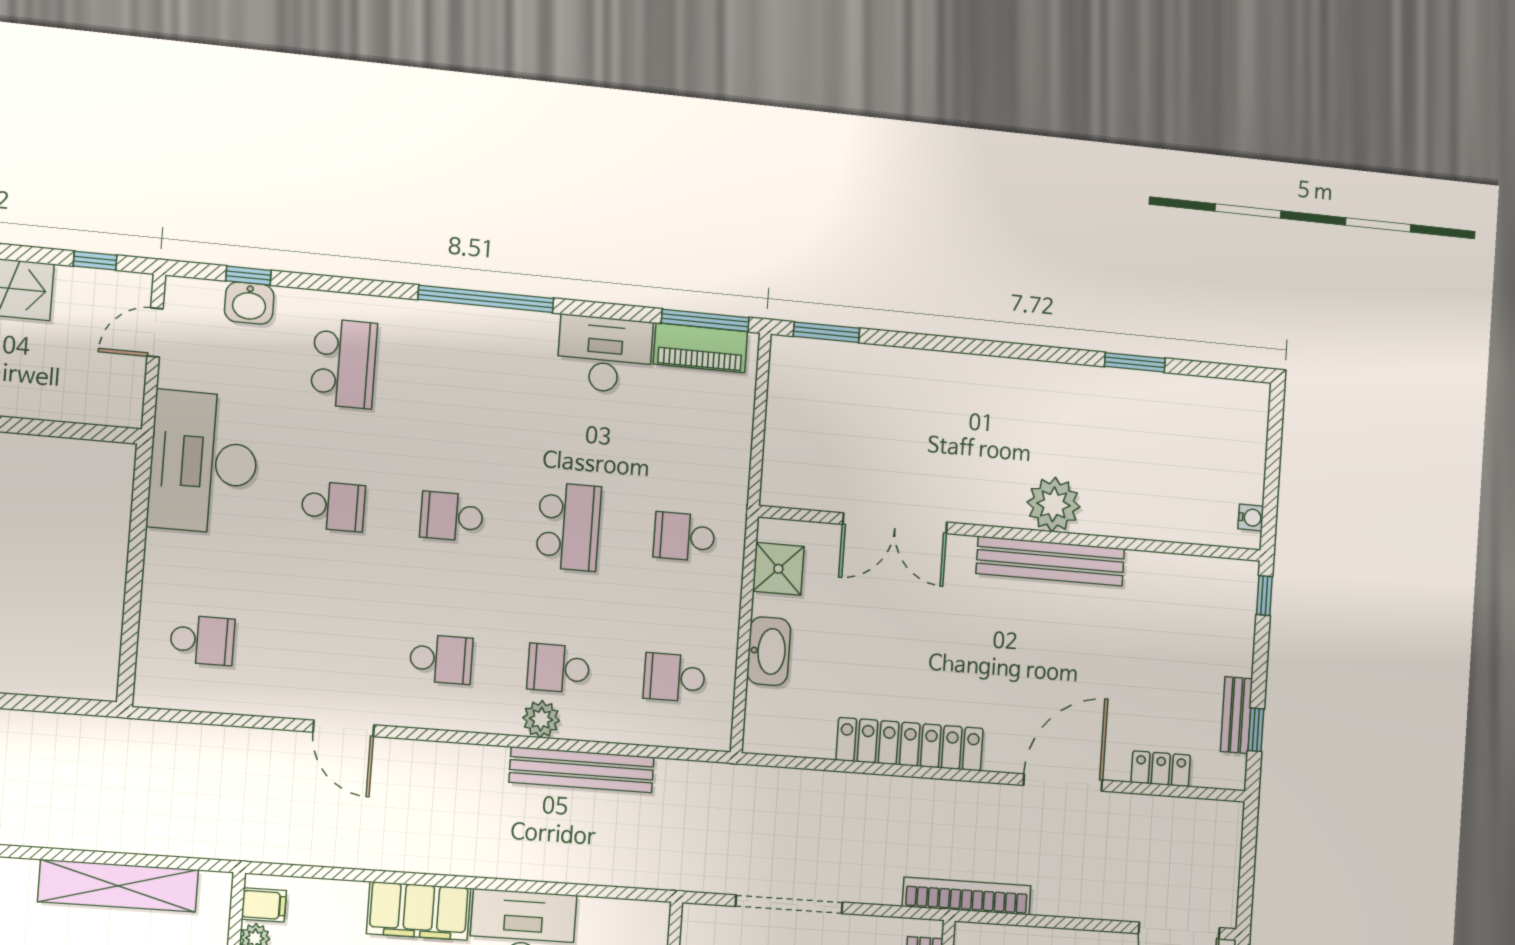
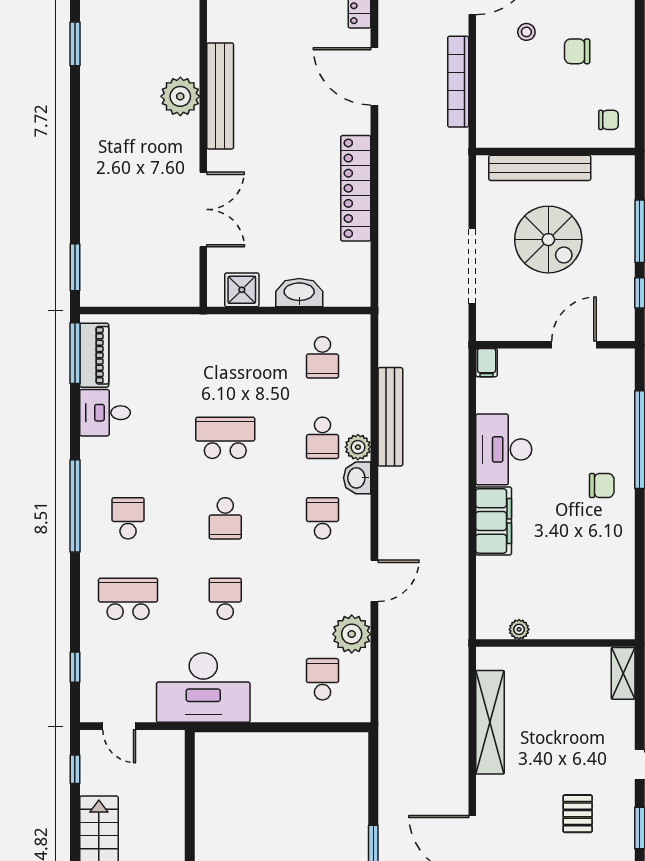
washbasin: (249, 303) -> (357, 478), moved, turned 180
desk: (605, 354) -> (105, 413), width x0.73
school desk: (684, 537) -> (128, 518), moved, turned 180
plant: (267, 689) -> (352, 634), added
bookcase: (967, 896) -> (458, 82), moved
filing cabinet: (264, 905) -> (487, 363), moved, turned 180

